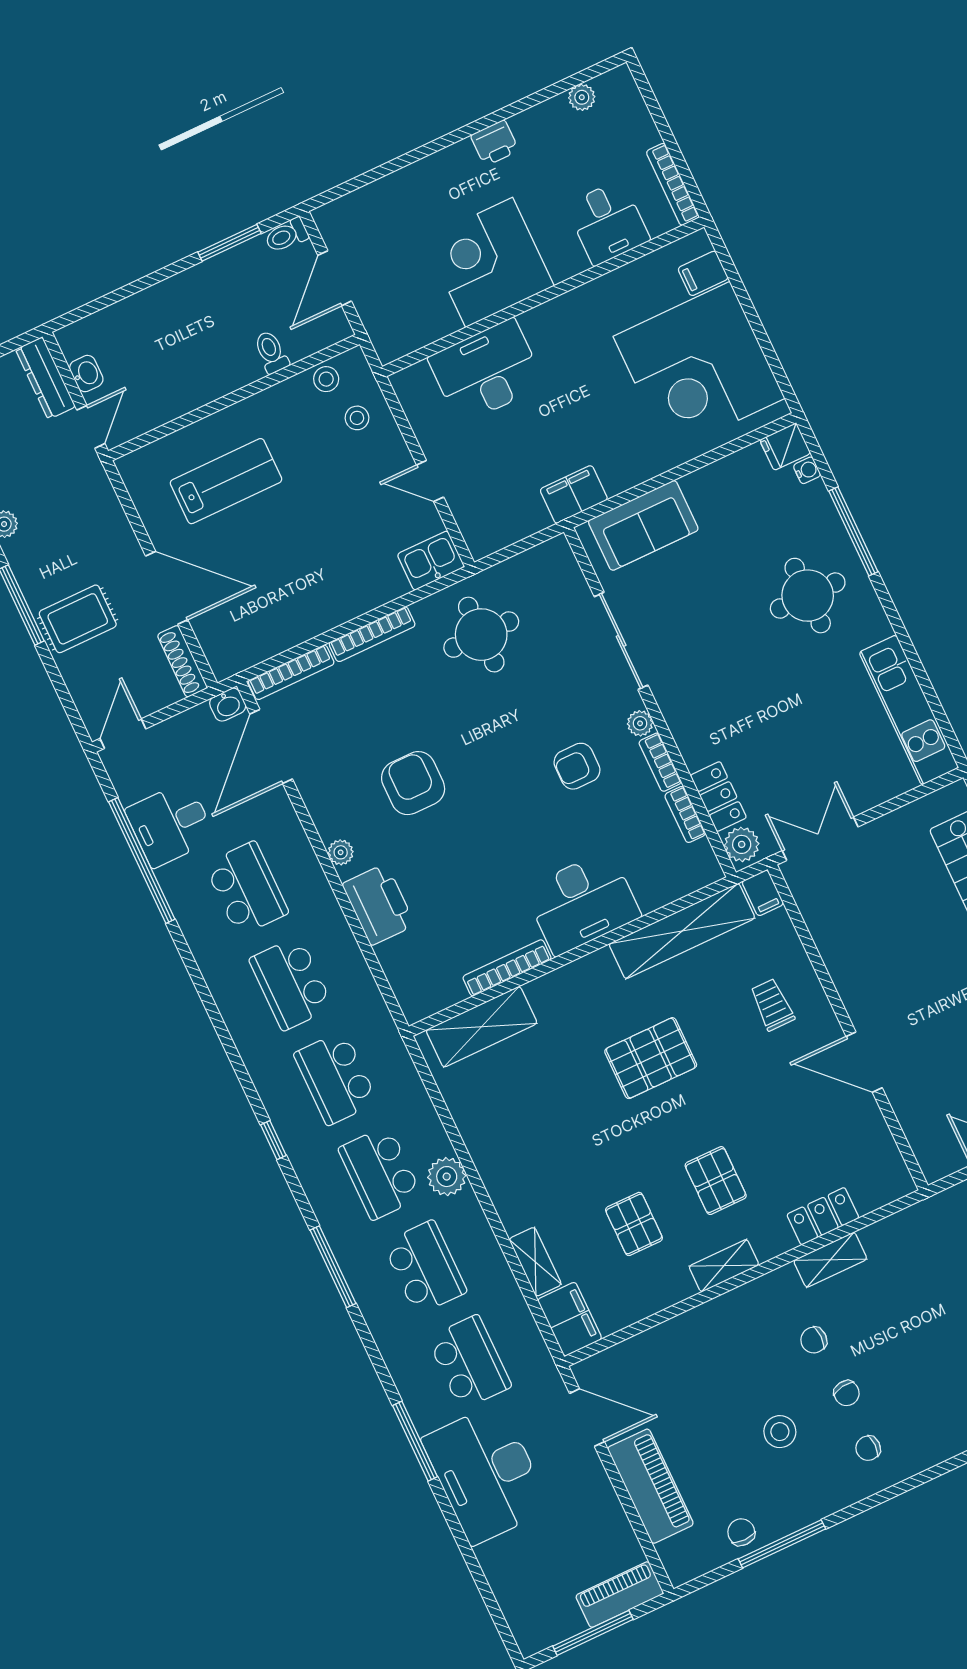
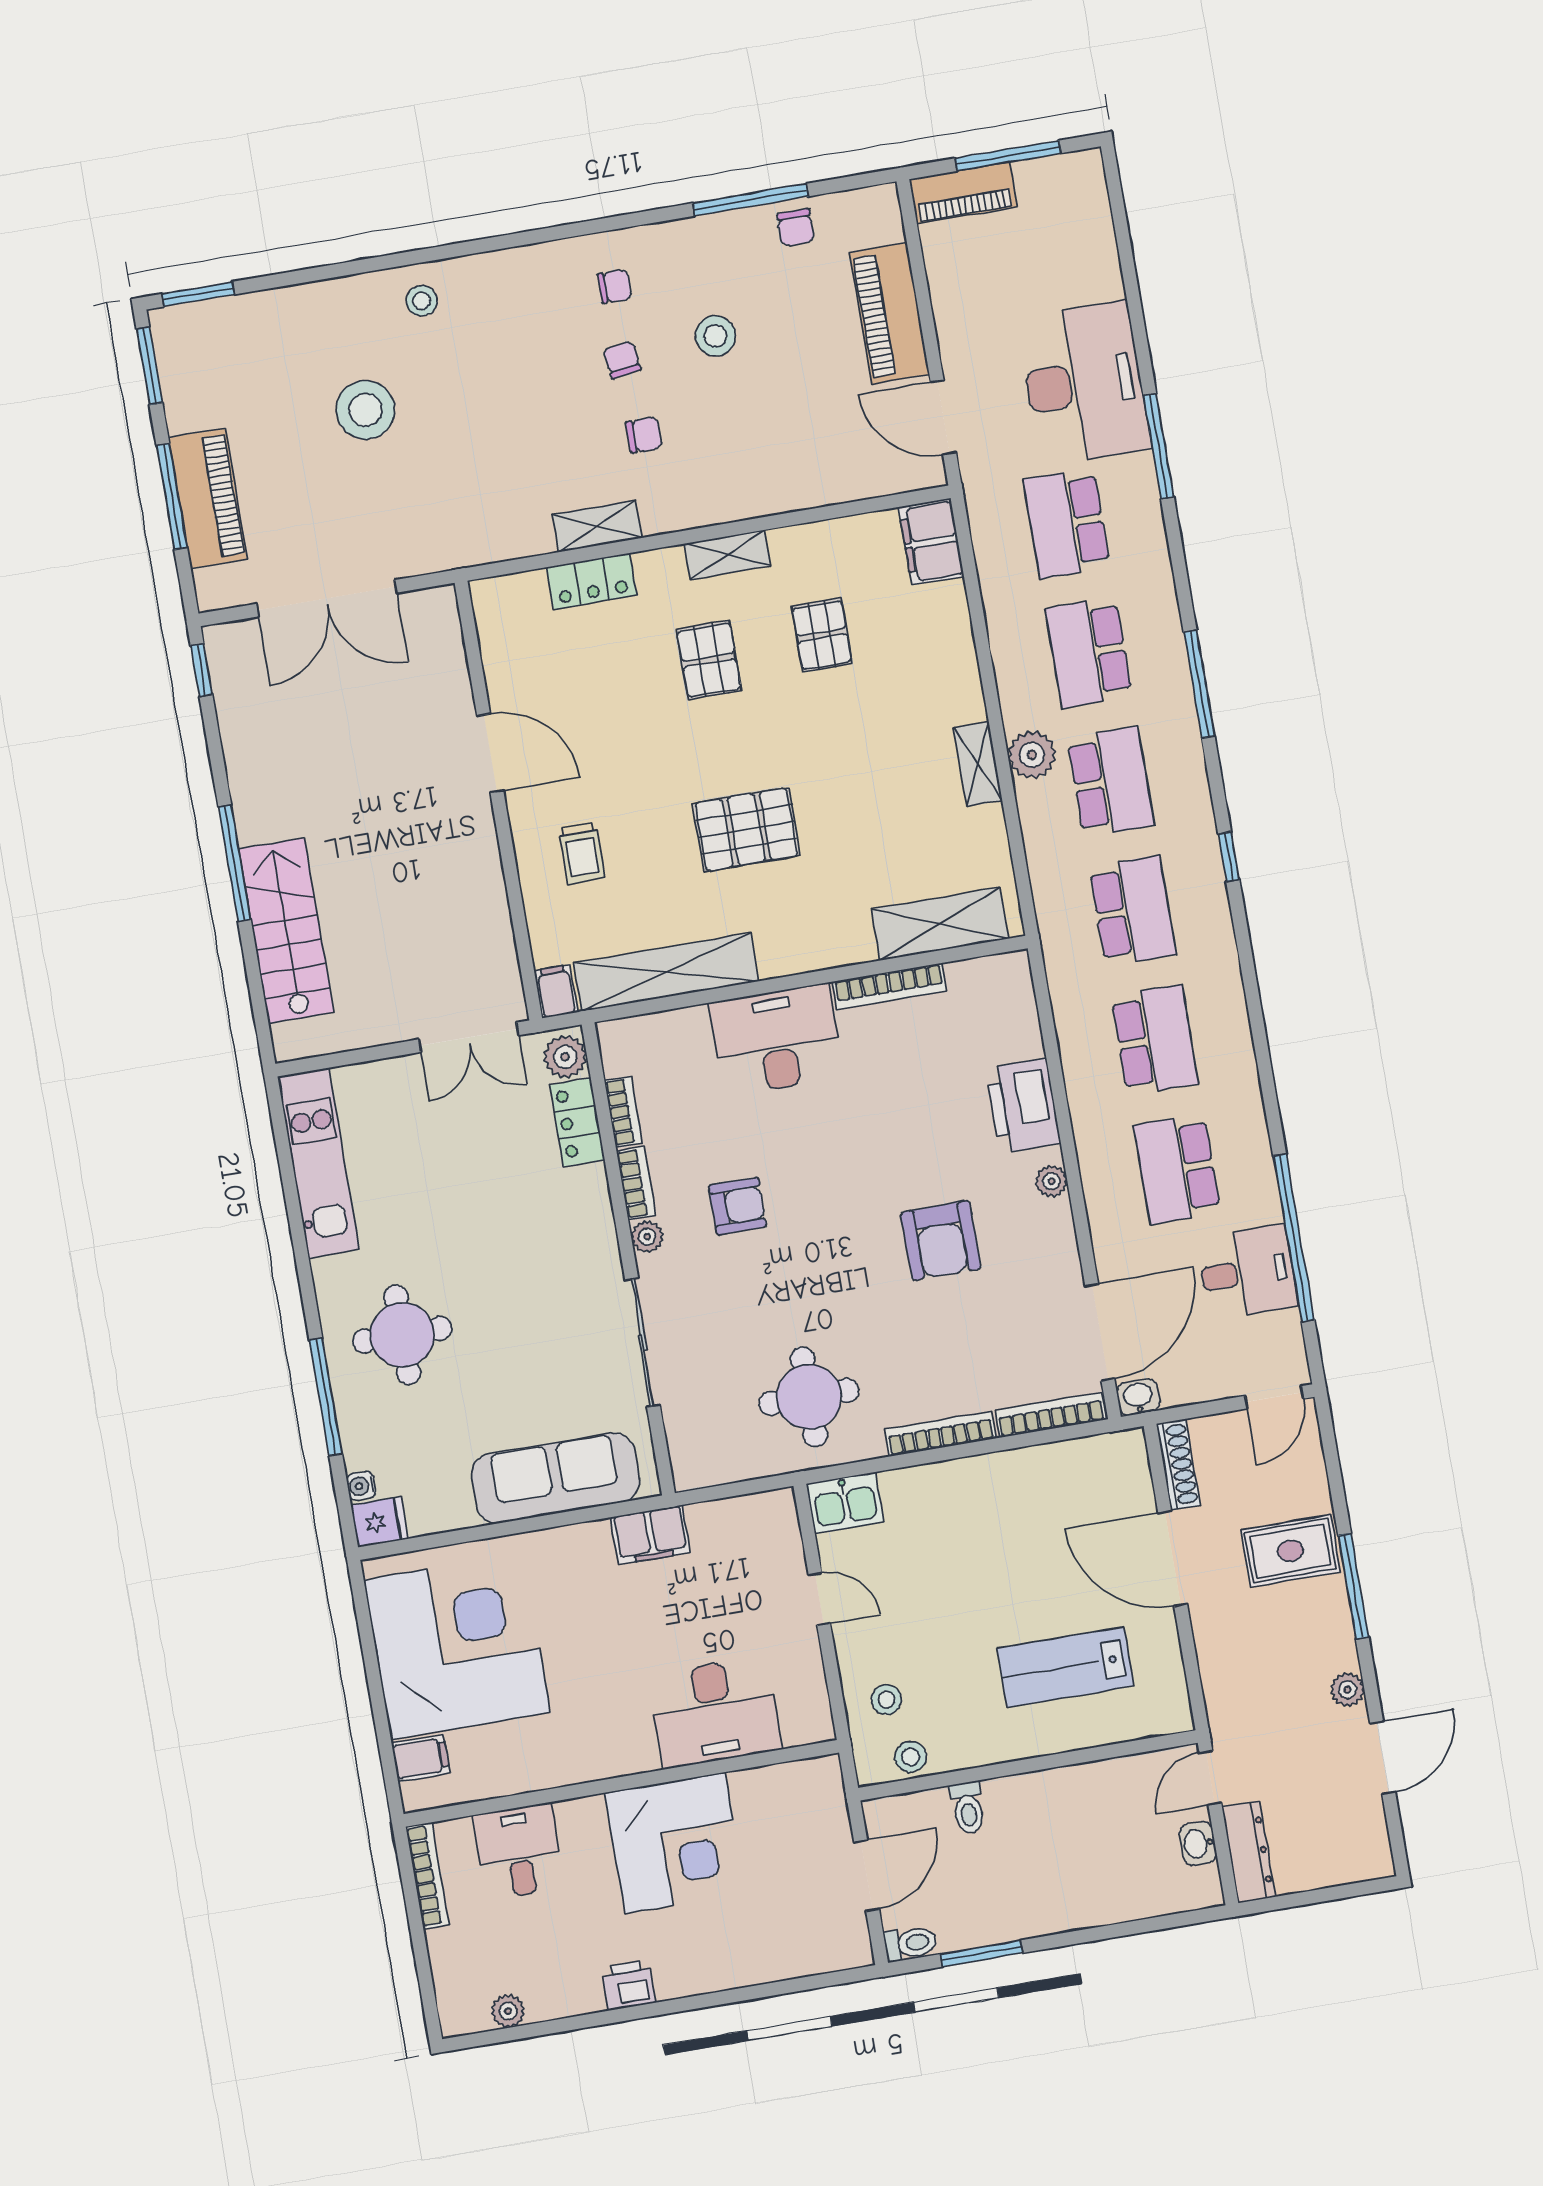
sofa: (643, 525) -> (556, 1478), width x1.36
shelving: (535, 1262) -> (978, 764), moved

